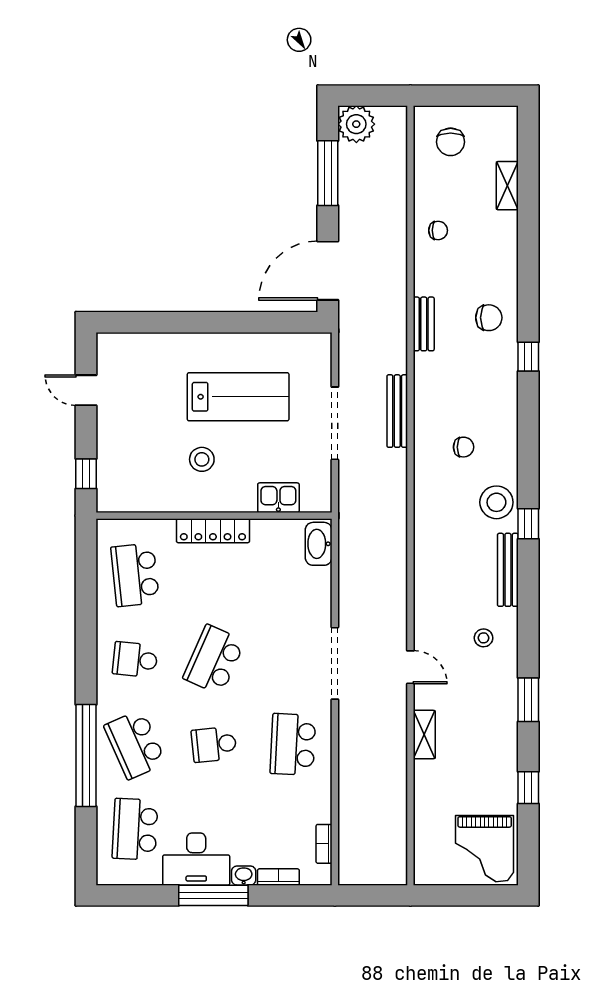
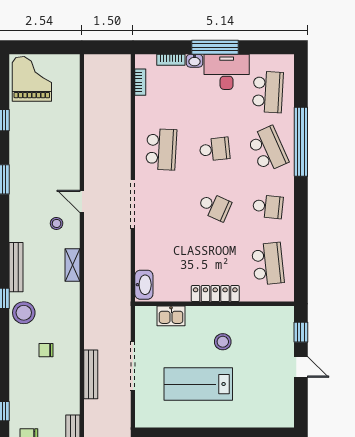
door: (86, 390) -> (301, 367), moved
stool: (484, 638) -> (57, 223), moved
school desk: (214, 660) -> (215, 207), width x0.54
shelving: (424, 735) -> (72, 265), moved

